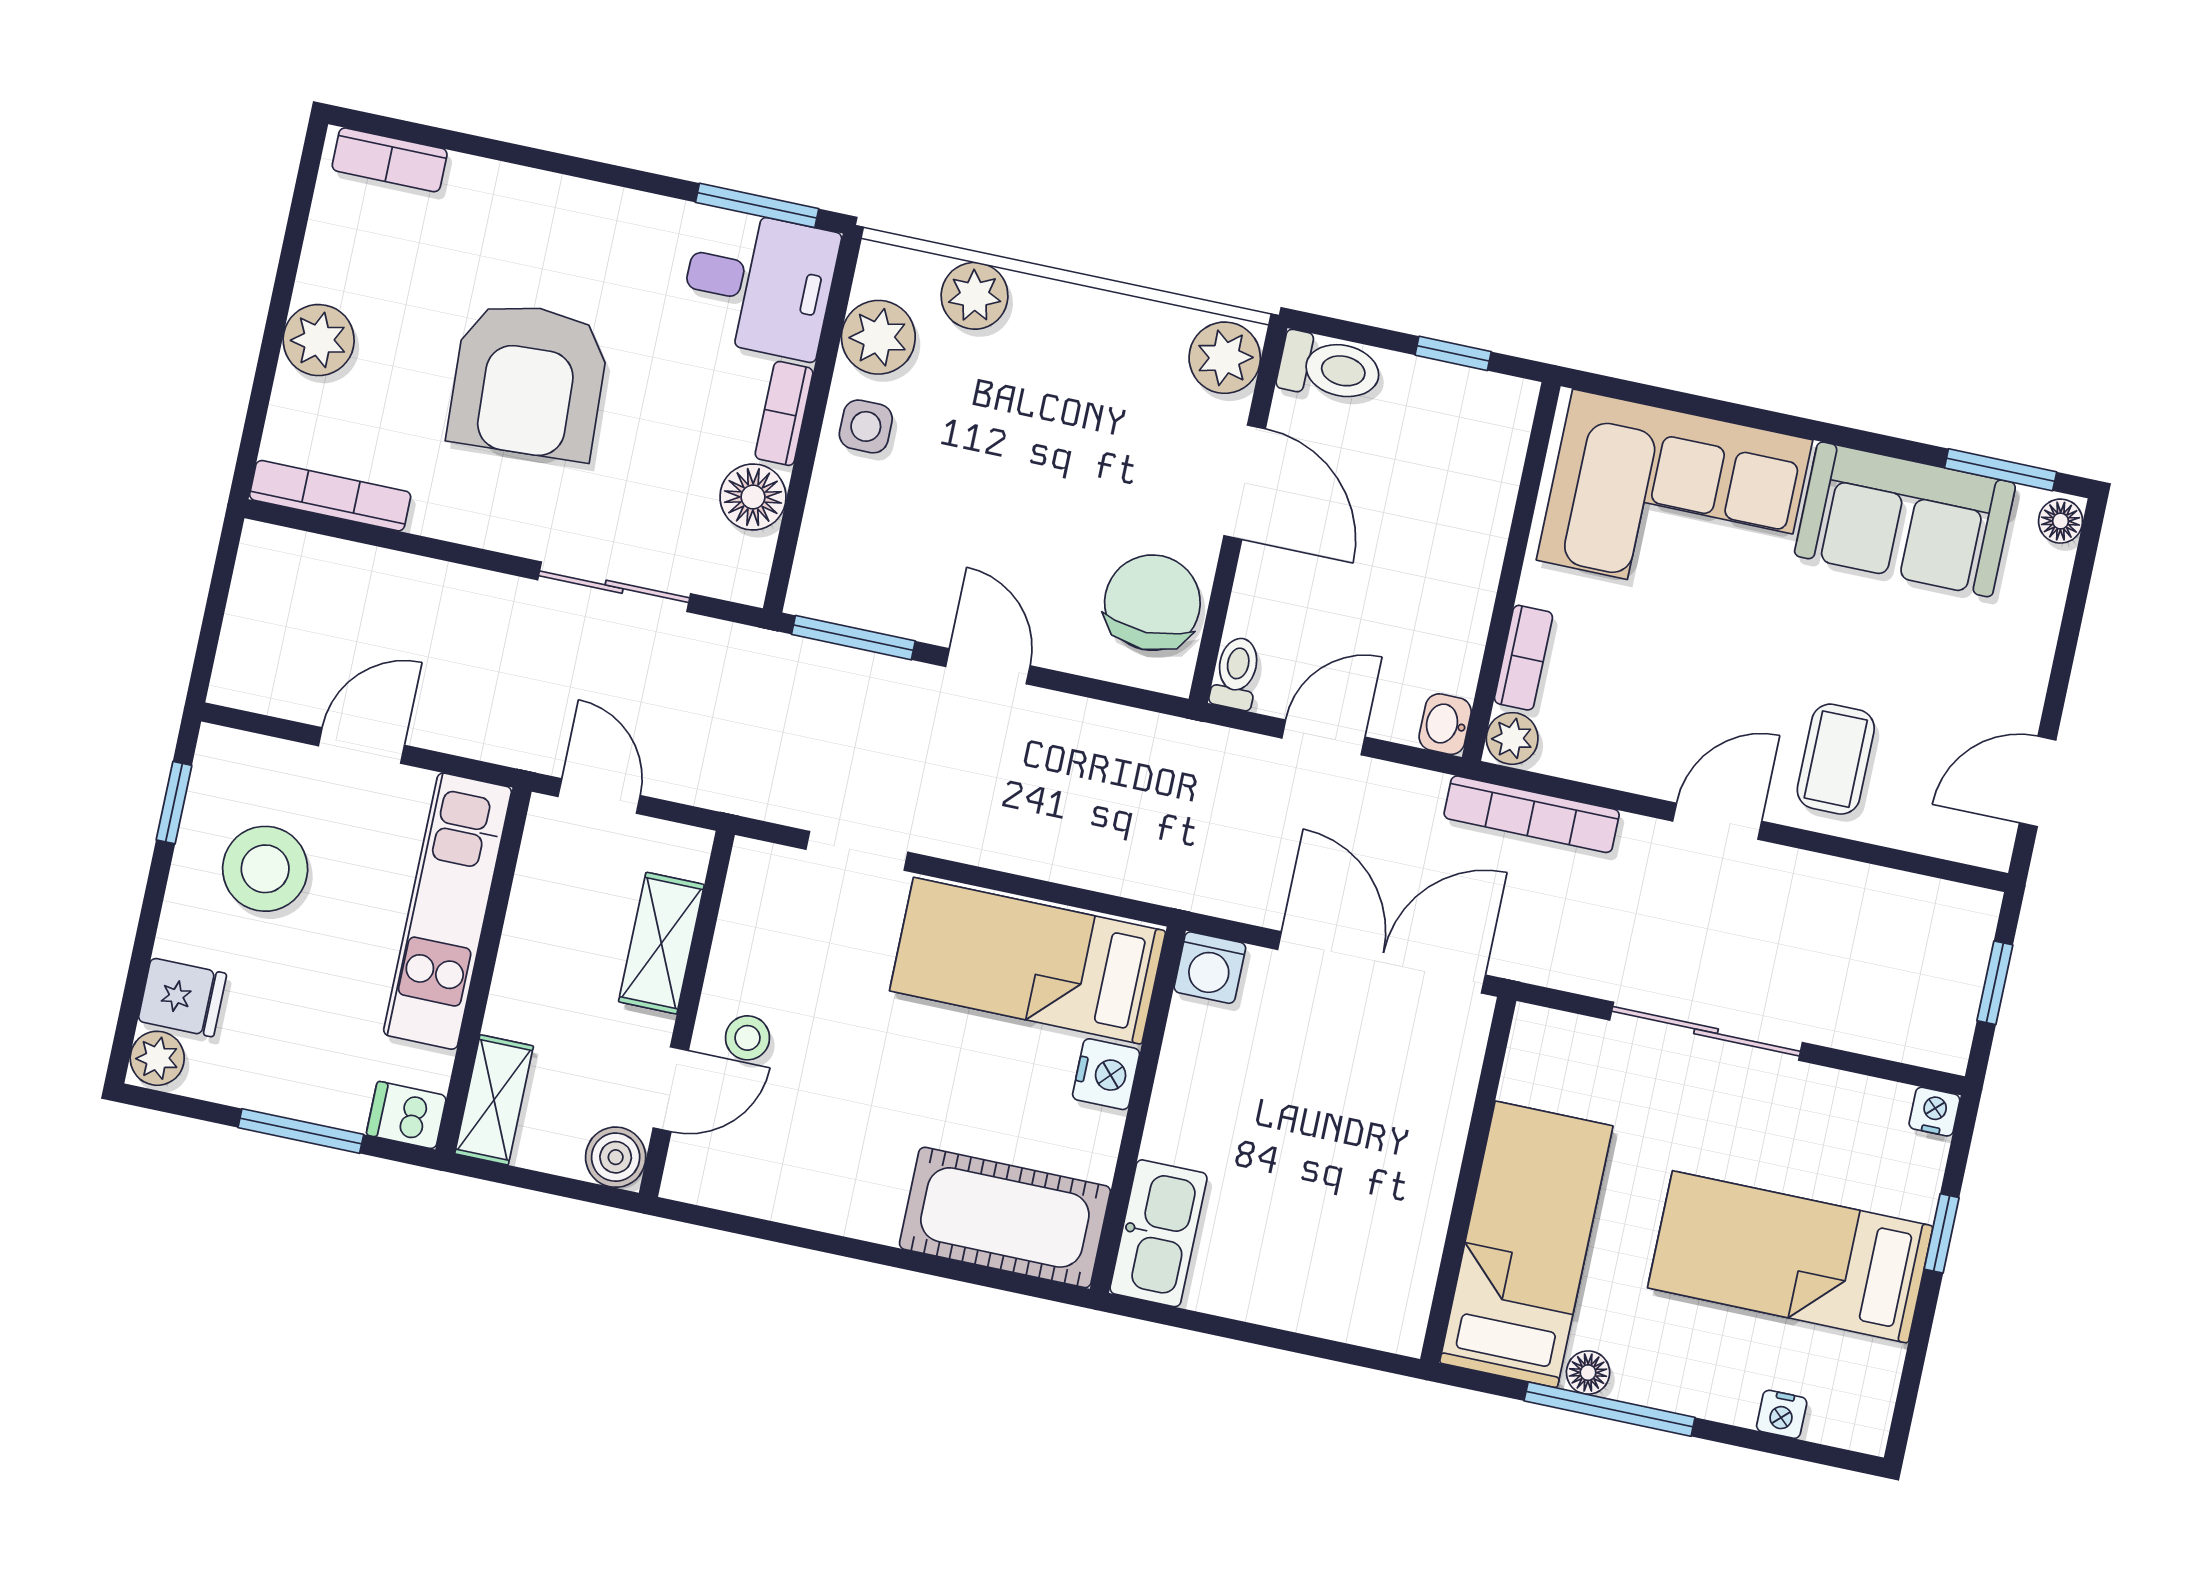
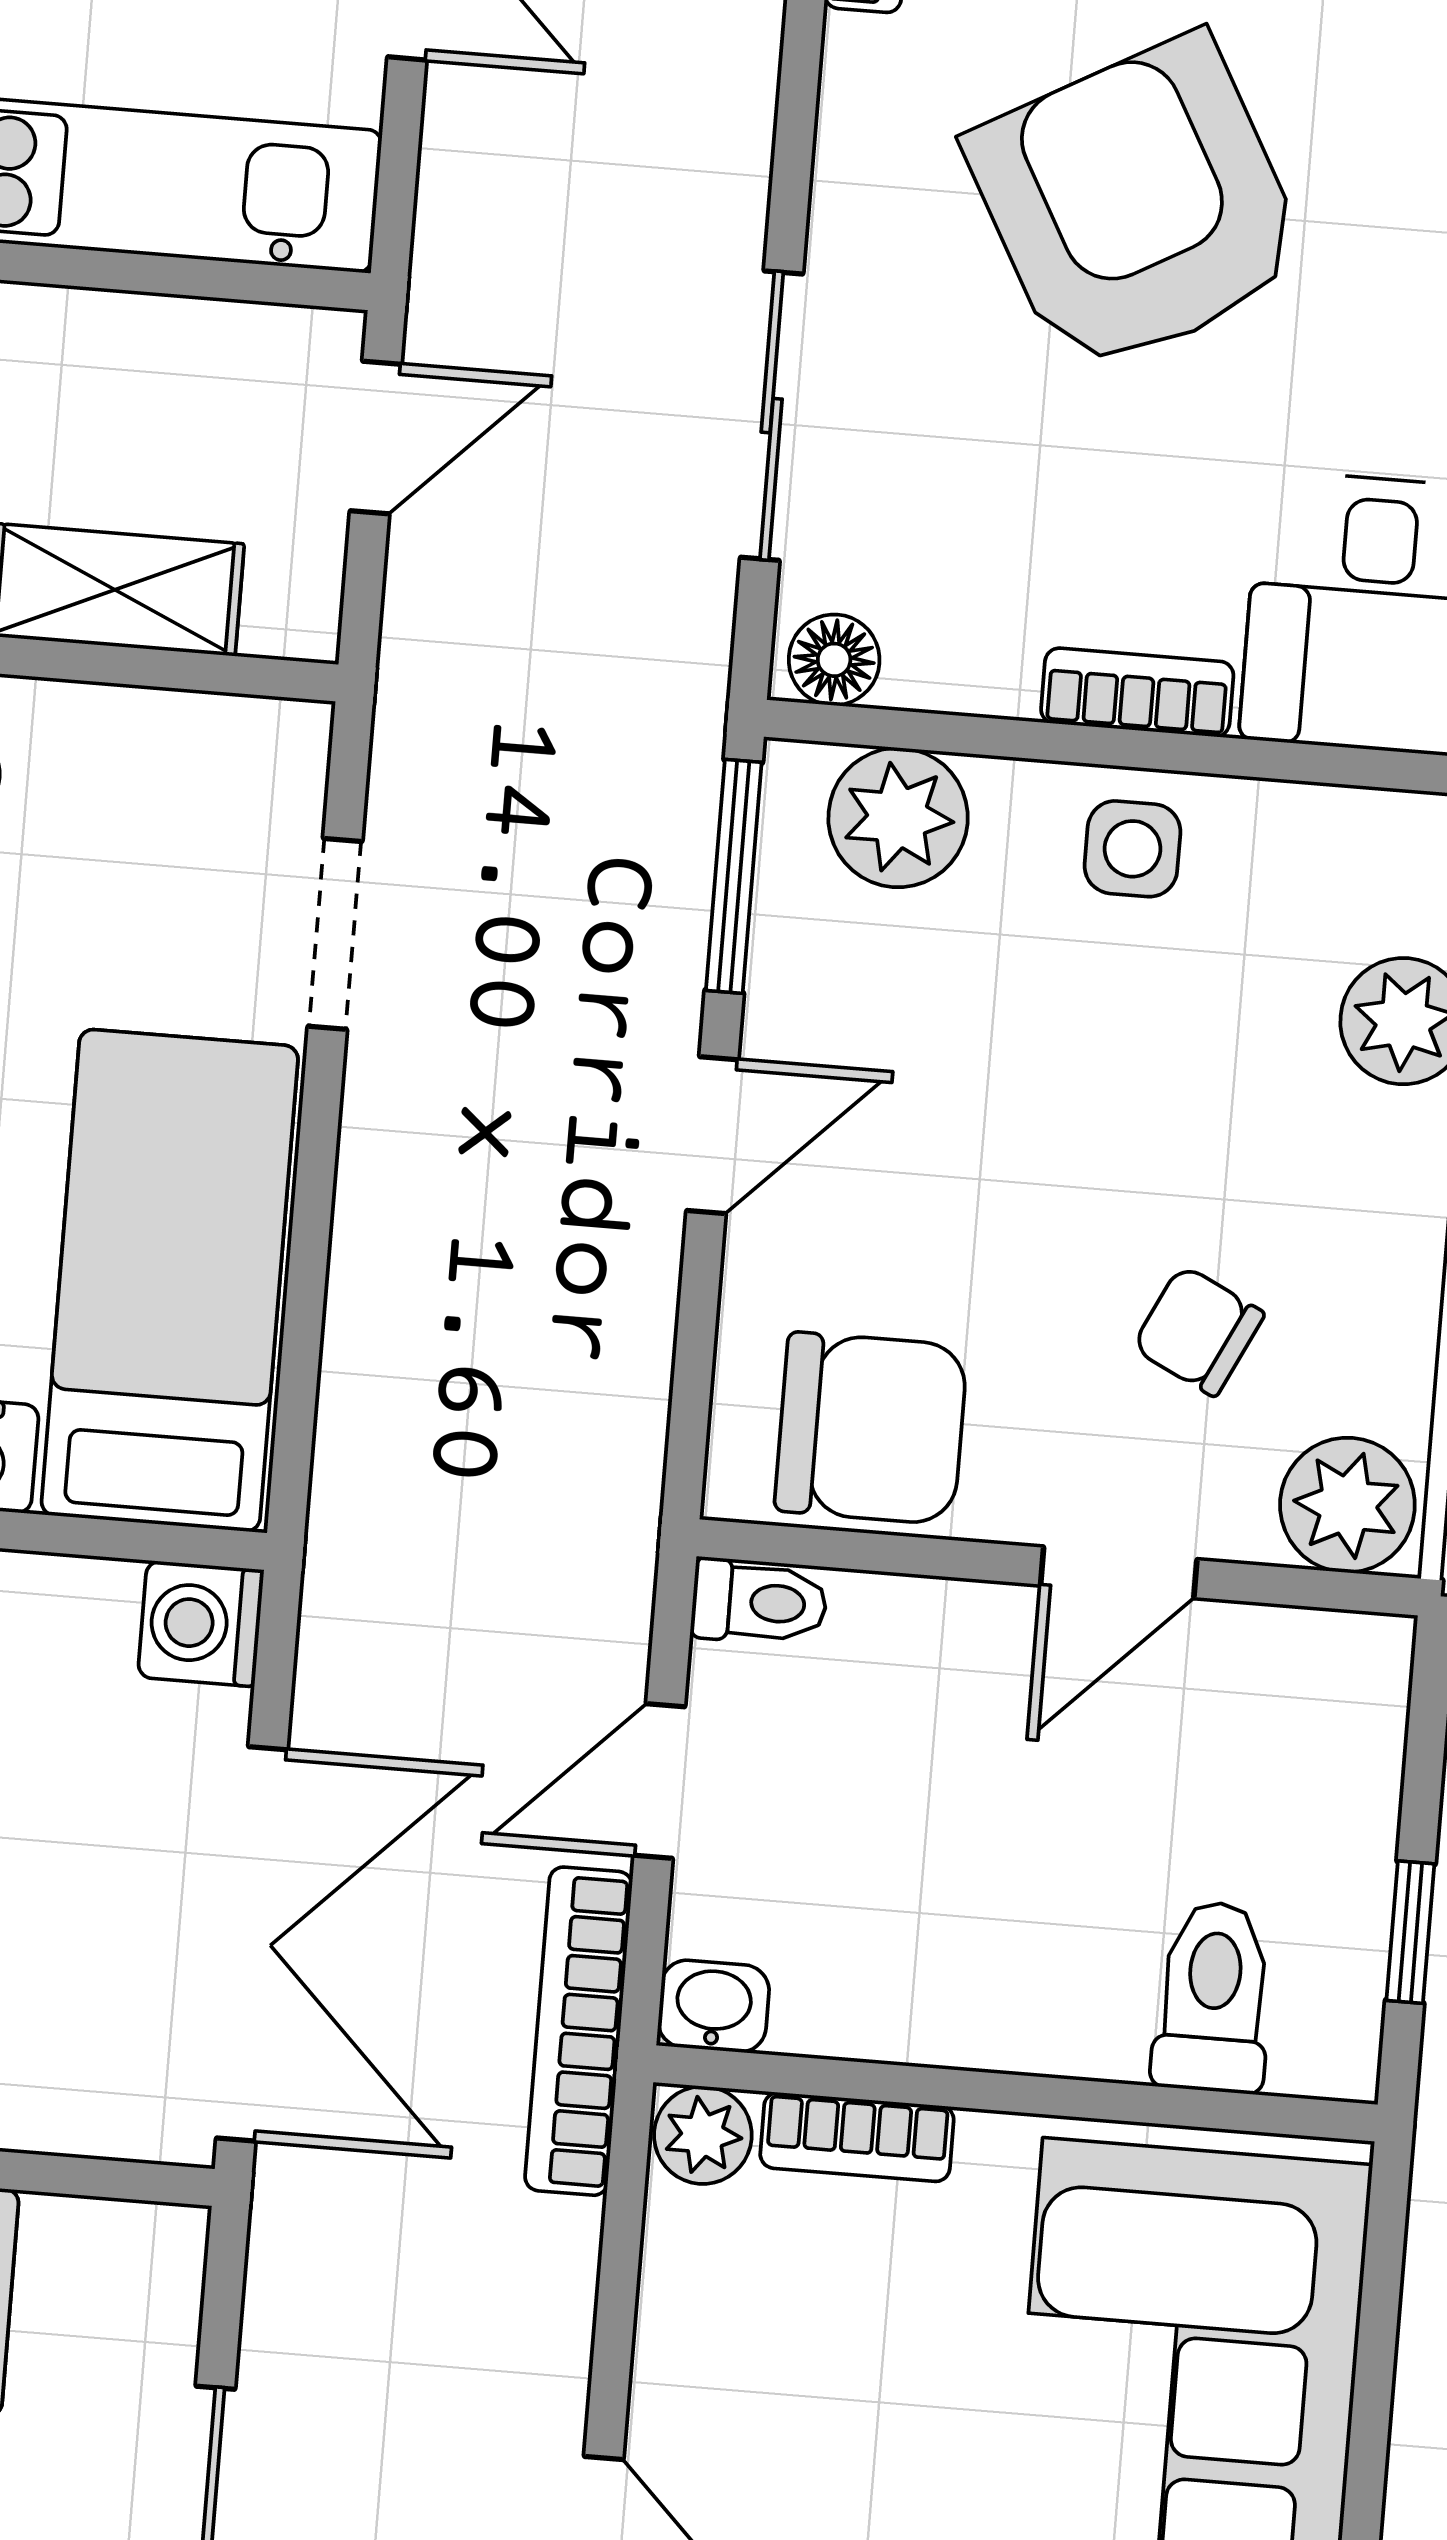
plant: (878, 337) -> (898, 818), moved
toilet: (1330, 368) -> (1213, 1997), moved, turned 180
armchair: (529, 380) -> (1138, 206), turned 64
chair: (1123, 424) -> (1198, 1331), added
door: (1245, 482) -> (1119, 1572), width x0.73
floor lamp: (753, 497) -> (834, 660), moved, width x0.73, depth x0.73
door: (1323, 737) -> (659, 1781), swing flipped
bookcase: (1532, 814) -> (579, 2031), moved

